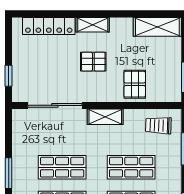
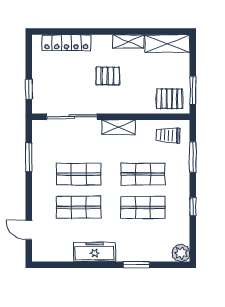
shelving: (93, 25) -> (128, 42), moved
pallet: (135, 84) -> (169, 99), moved, turned 90
window: (9, 173) -> (29, 157), moved

